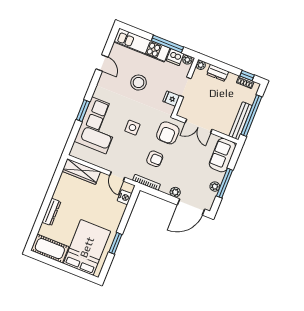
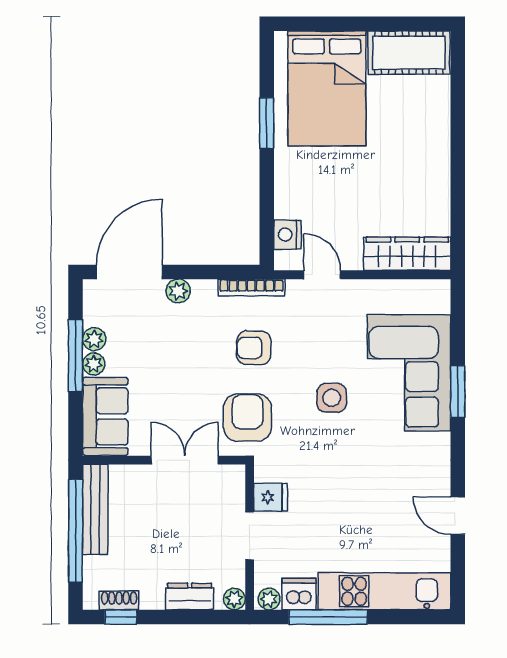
stool: (139, 83) -> (358, 504), removed
plant: (219, 177) -> (94, 364), added
dresser: (51, 212) -> (438, 136), removed

